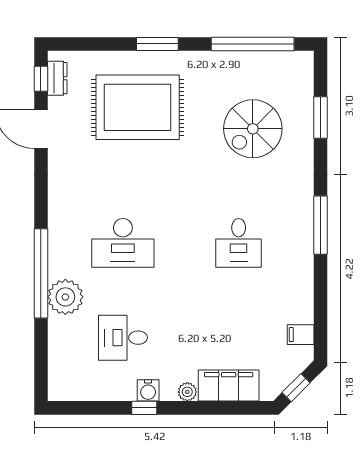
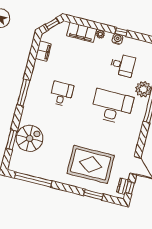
window: (157, 44) -> (93, 195), moved
spiral stairs: (253, 129) -> (30, 138), moved
desk: (123, 243) -> (112, 107), width x1.36, depth x1.30
filing cabinet: (301, 335) -> (43, 51), width x2.00

